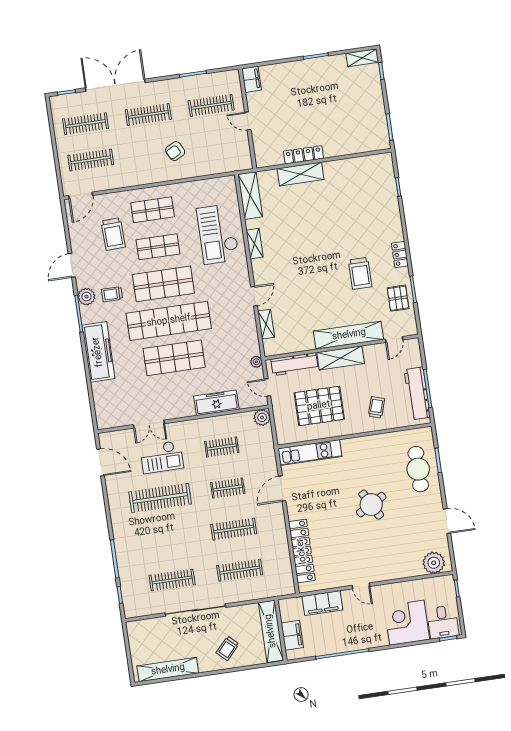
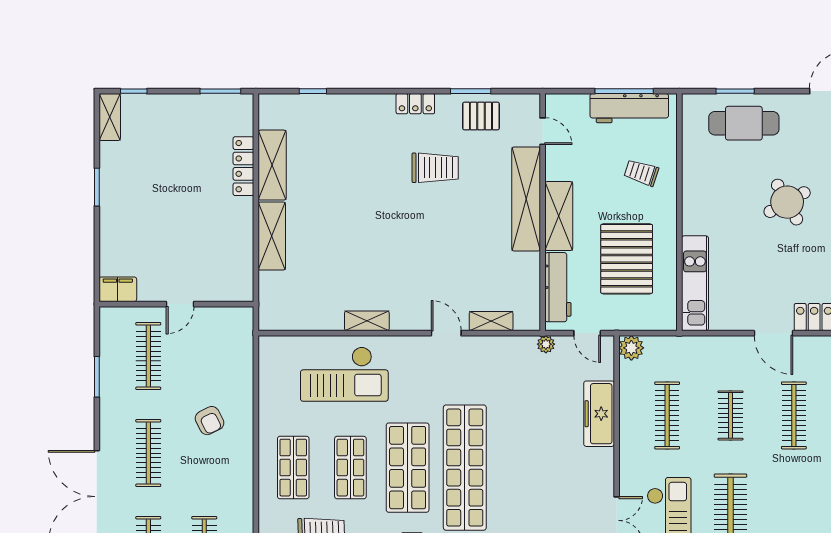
locker: (303, 155) -> (243, 166), moved
shelving: (250, 195) -> (272, 165), moved, turned 90
shop shelf: (174, 358) -> (522, 468), removed
door: (267, 387) -> (587, 333), hinge flipped
clothes rail: (222, 447) -> (667, 415), width x1.36
door: (282, 489) -> (774, 333), moved

